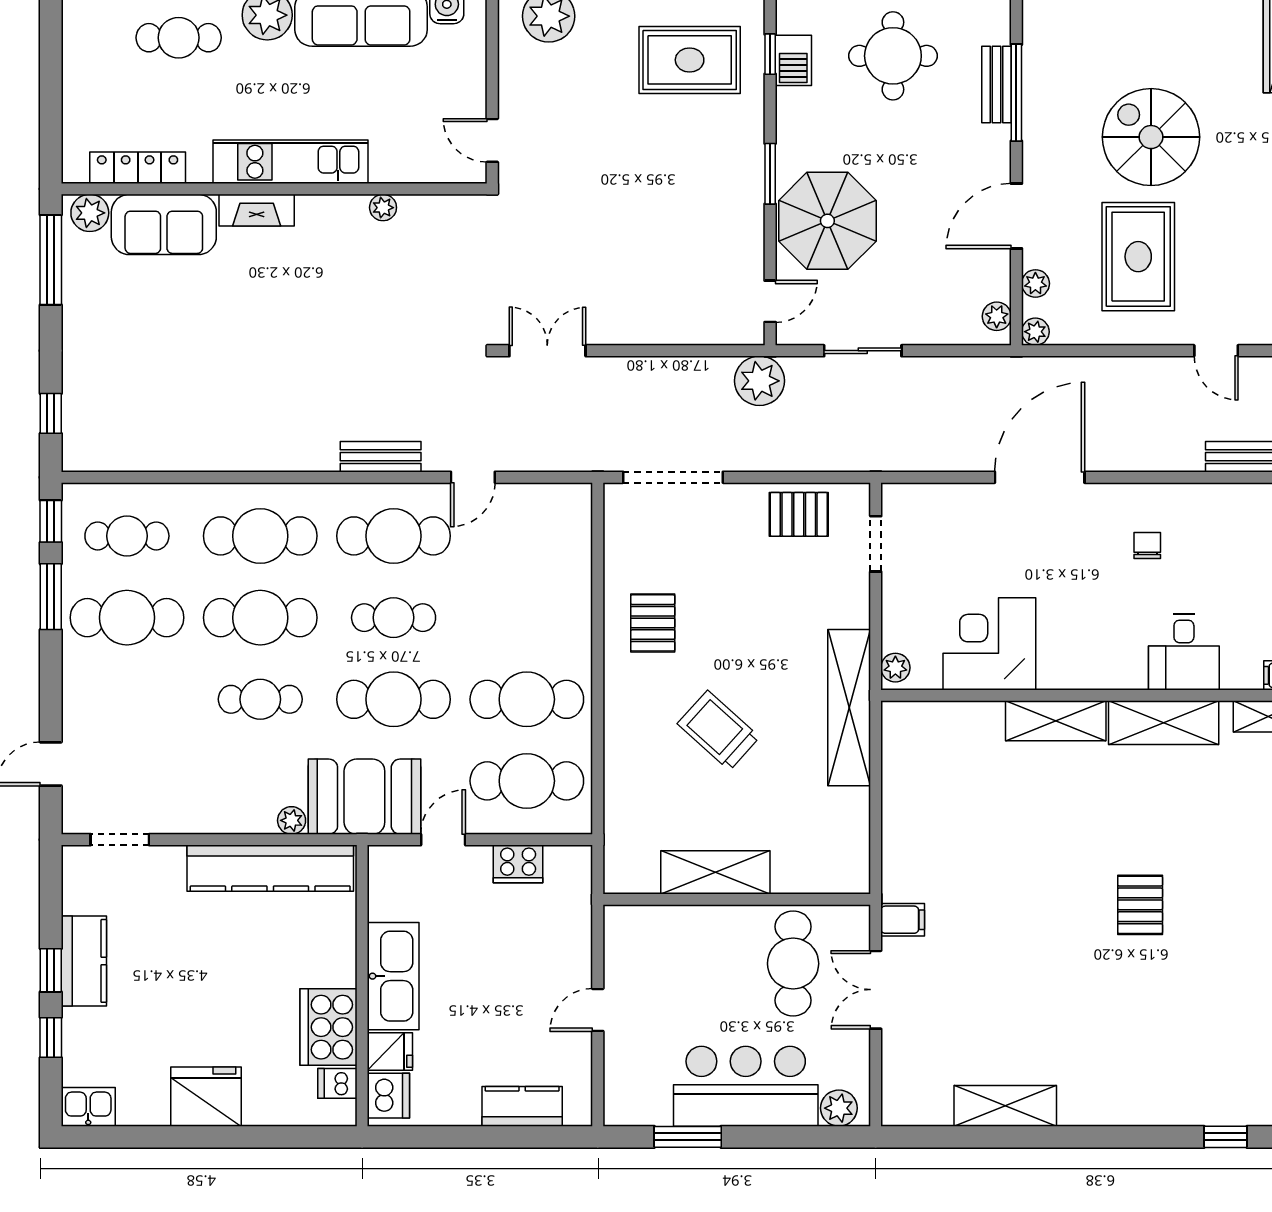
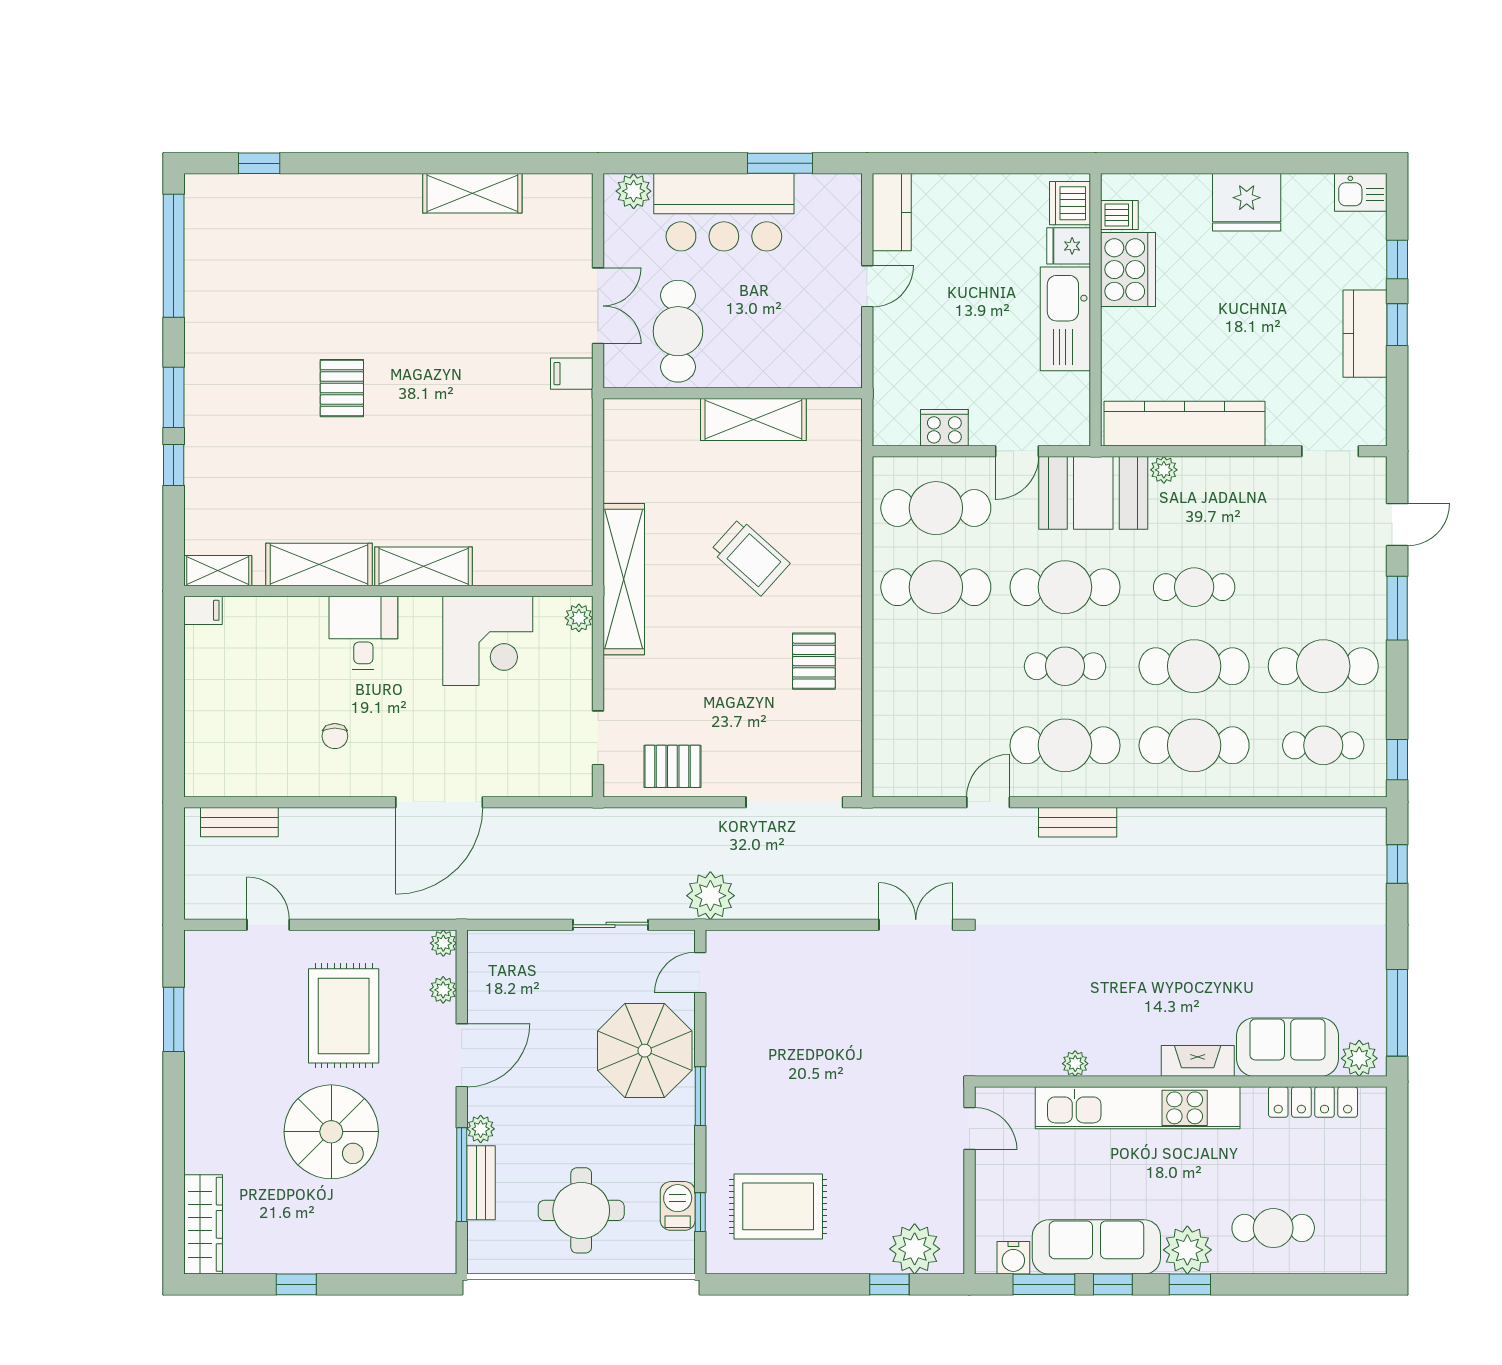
kitchen unit: (290, 162) -> (1138, 1108), width x1.36
plant: (997, 316) -> (481, 1129), moved
double door: (547, 351) -> (916, 925), swing flipped
window: (51, 597) -> (1397, 608), moved
desk: (1184, 652) -> (363, 633), moved
kitchen counter: (522, 1106) -> (892, 212), moved, turned -90

